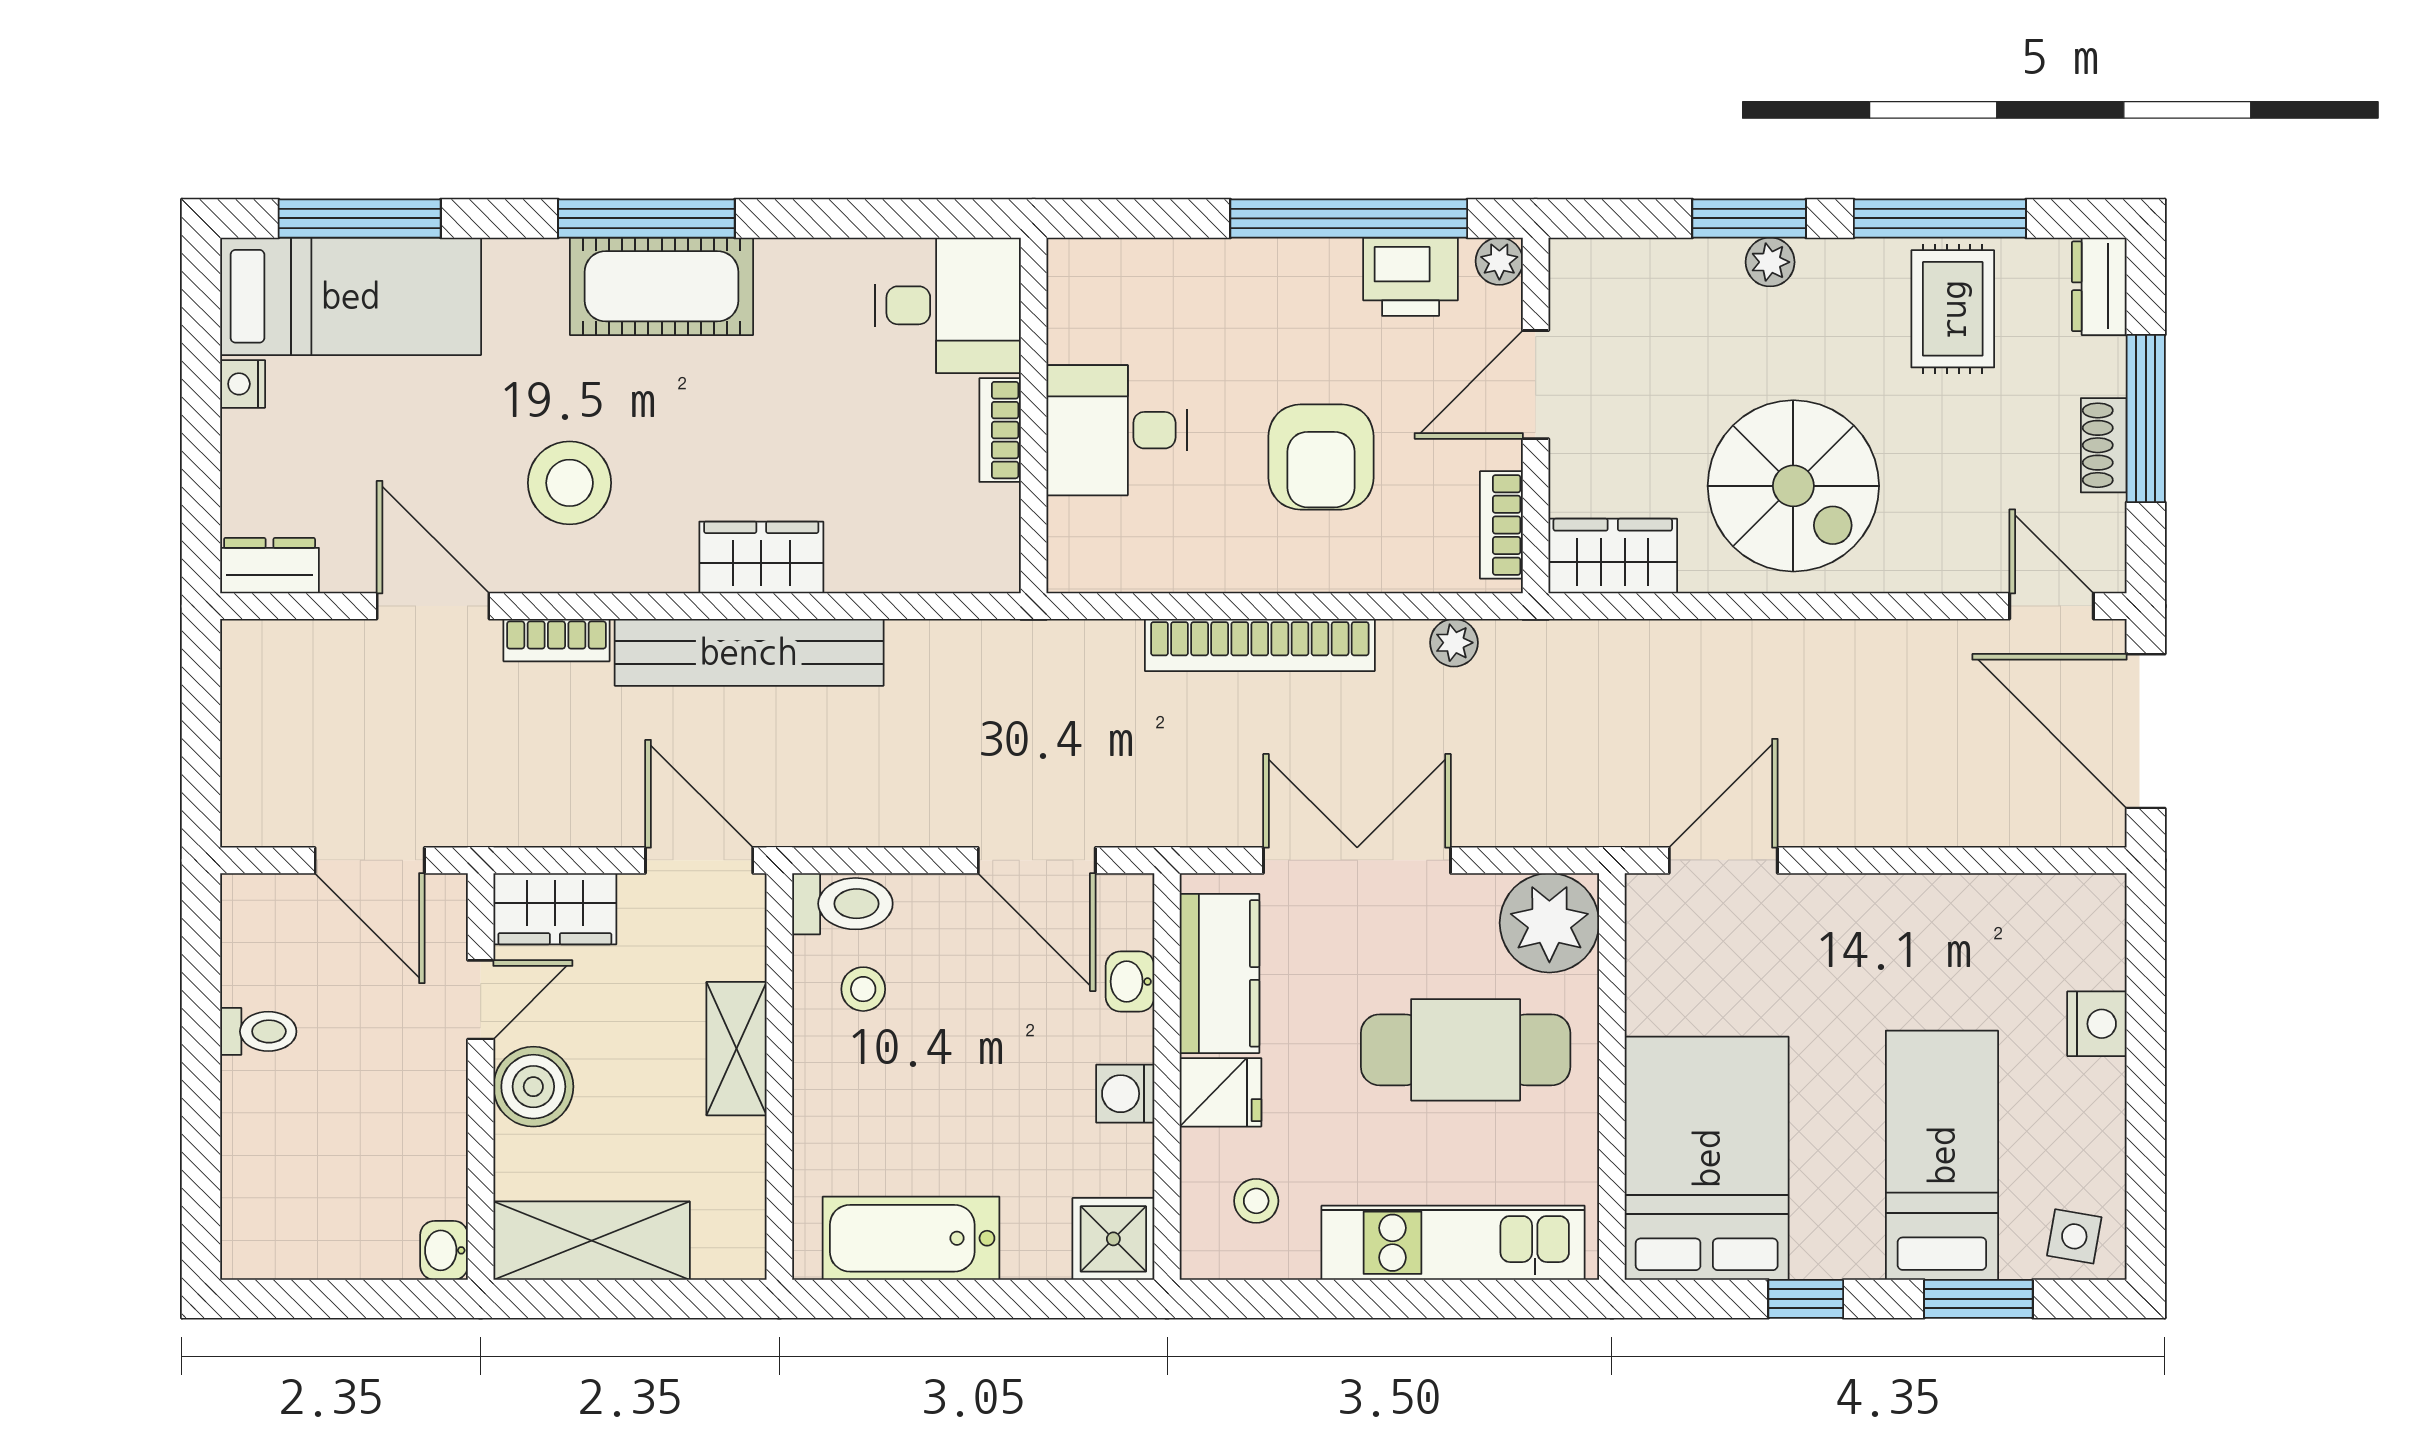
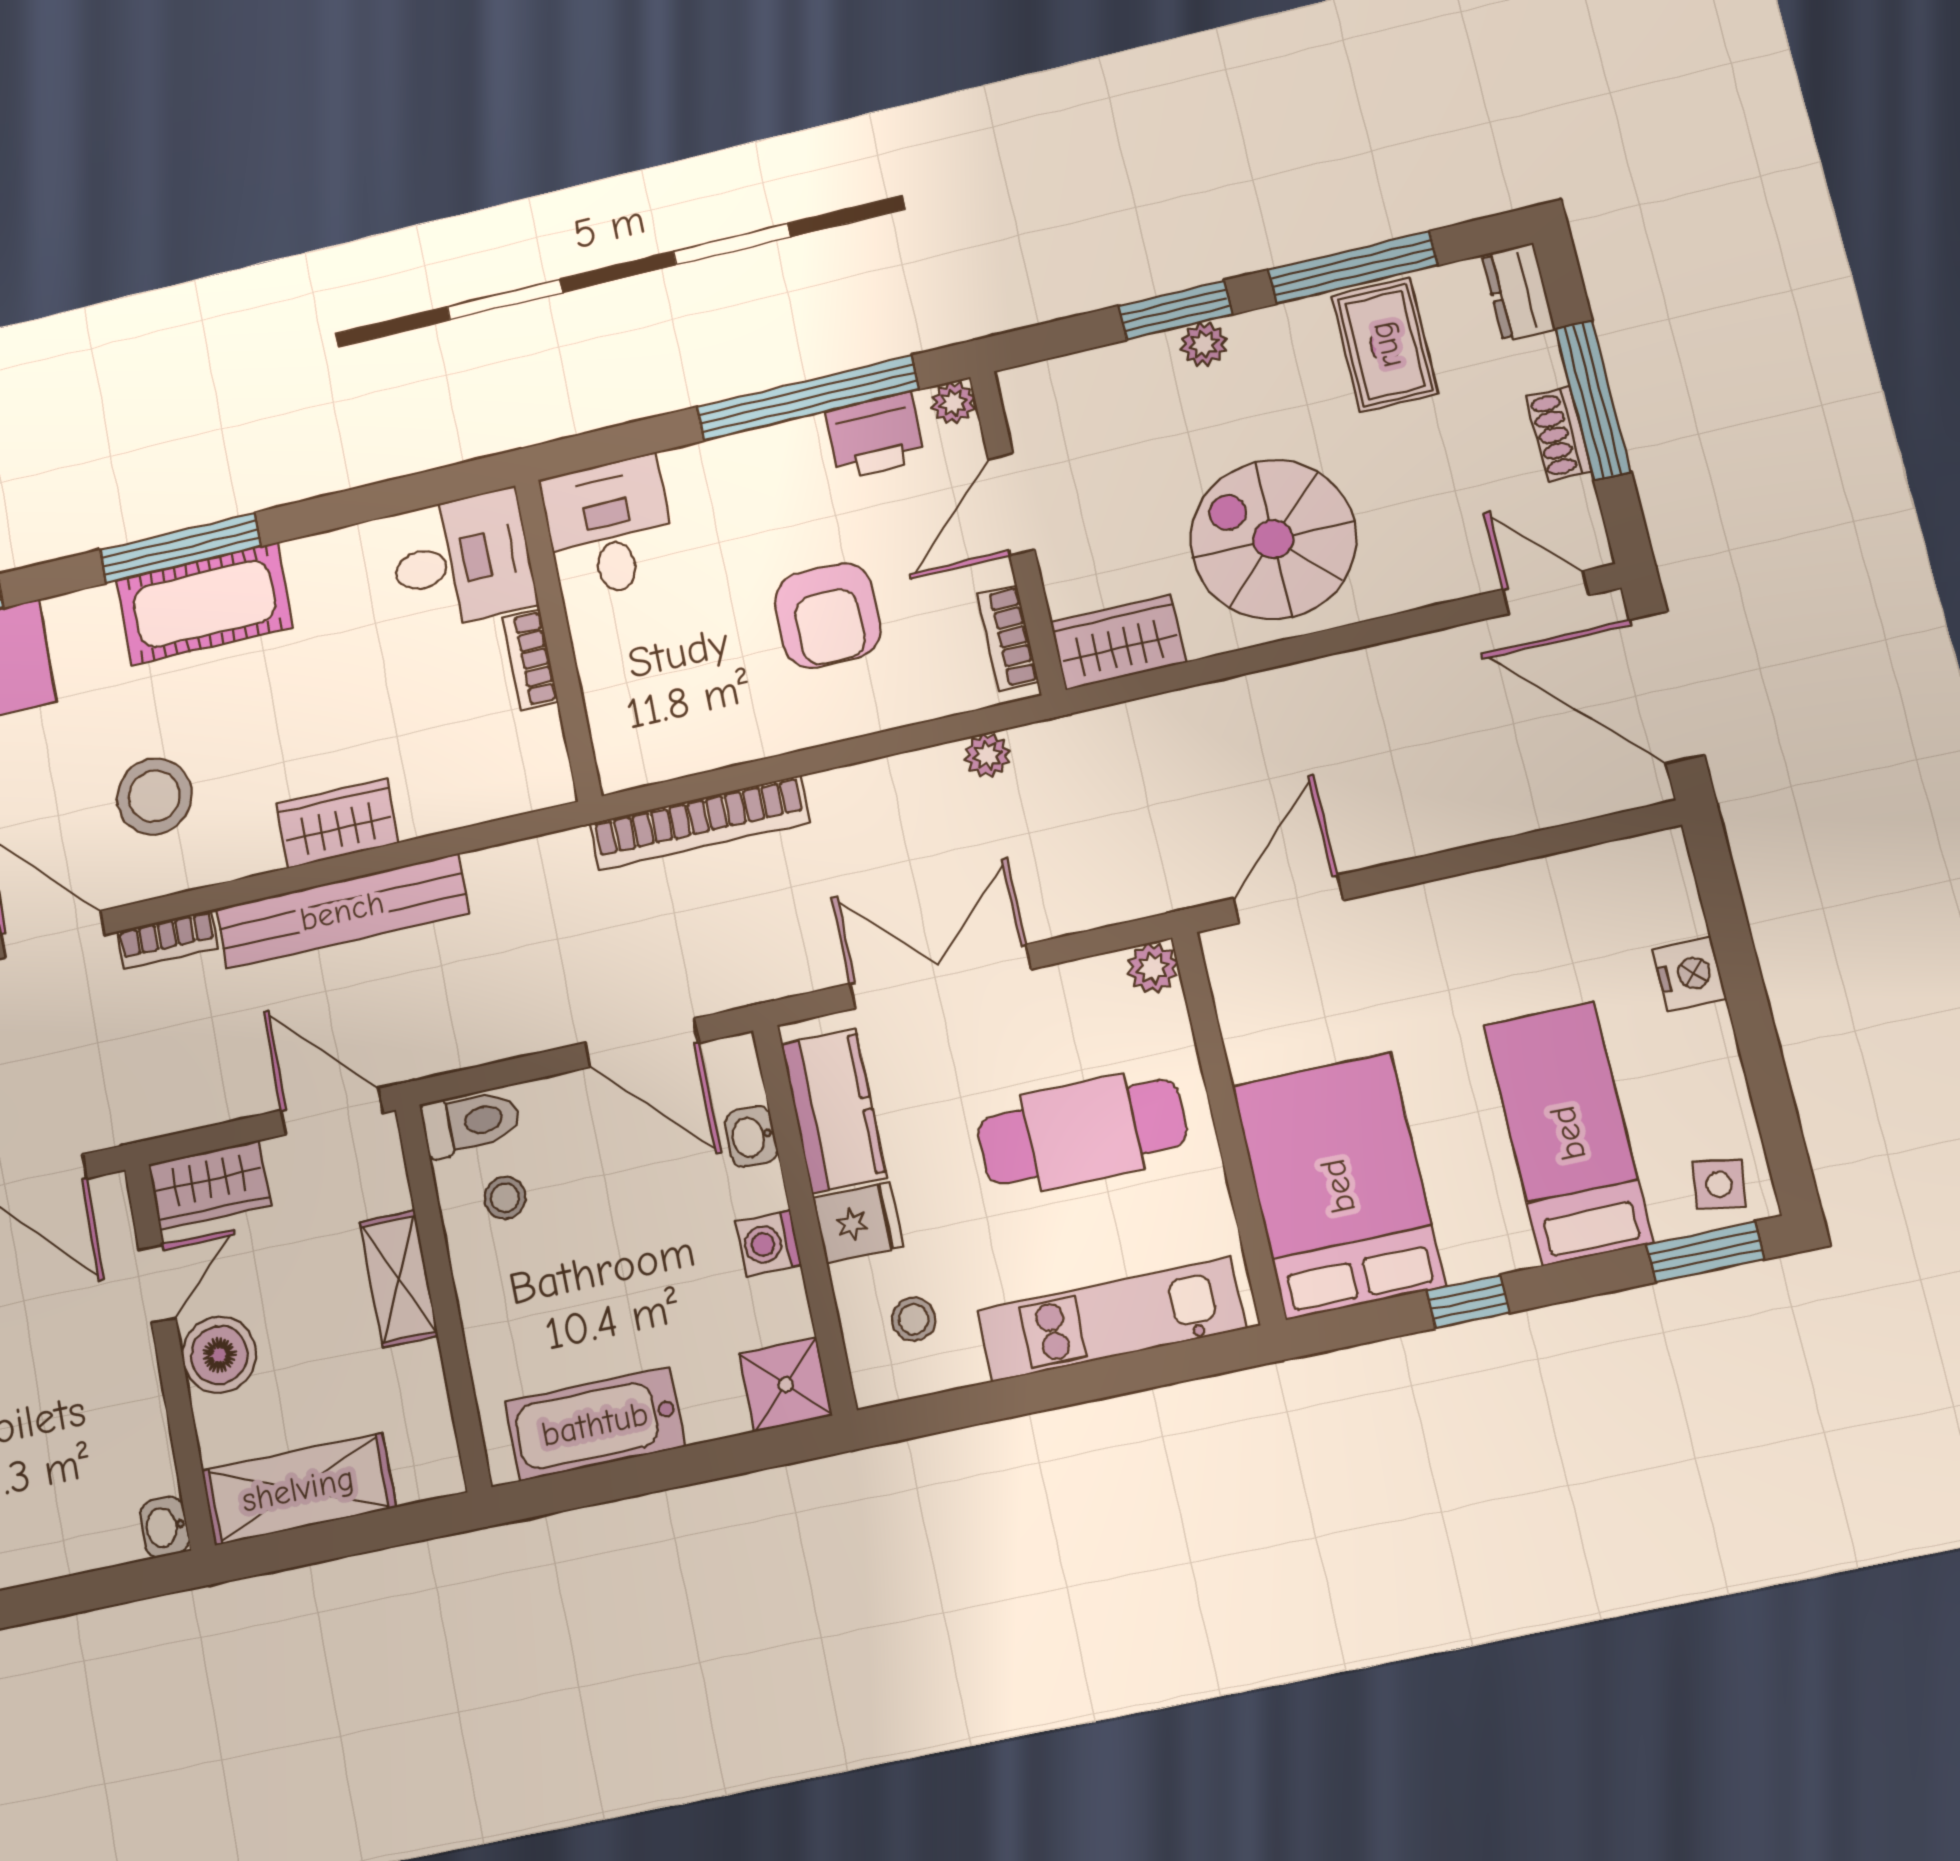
desk: (1117, 430) -> (609, 528), moved, turned 90
spiral stairs: (1793, 486) -> (1273, 539), turned 180
bookcase: (1260, 645) -> (699, 823), moved
plant: (1549, 923) -> (1153, 968), width x0.53, depth x0.53
window: (1978, 1299) -> (1705, 1252), moved

